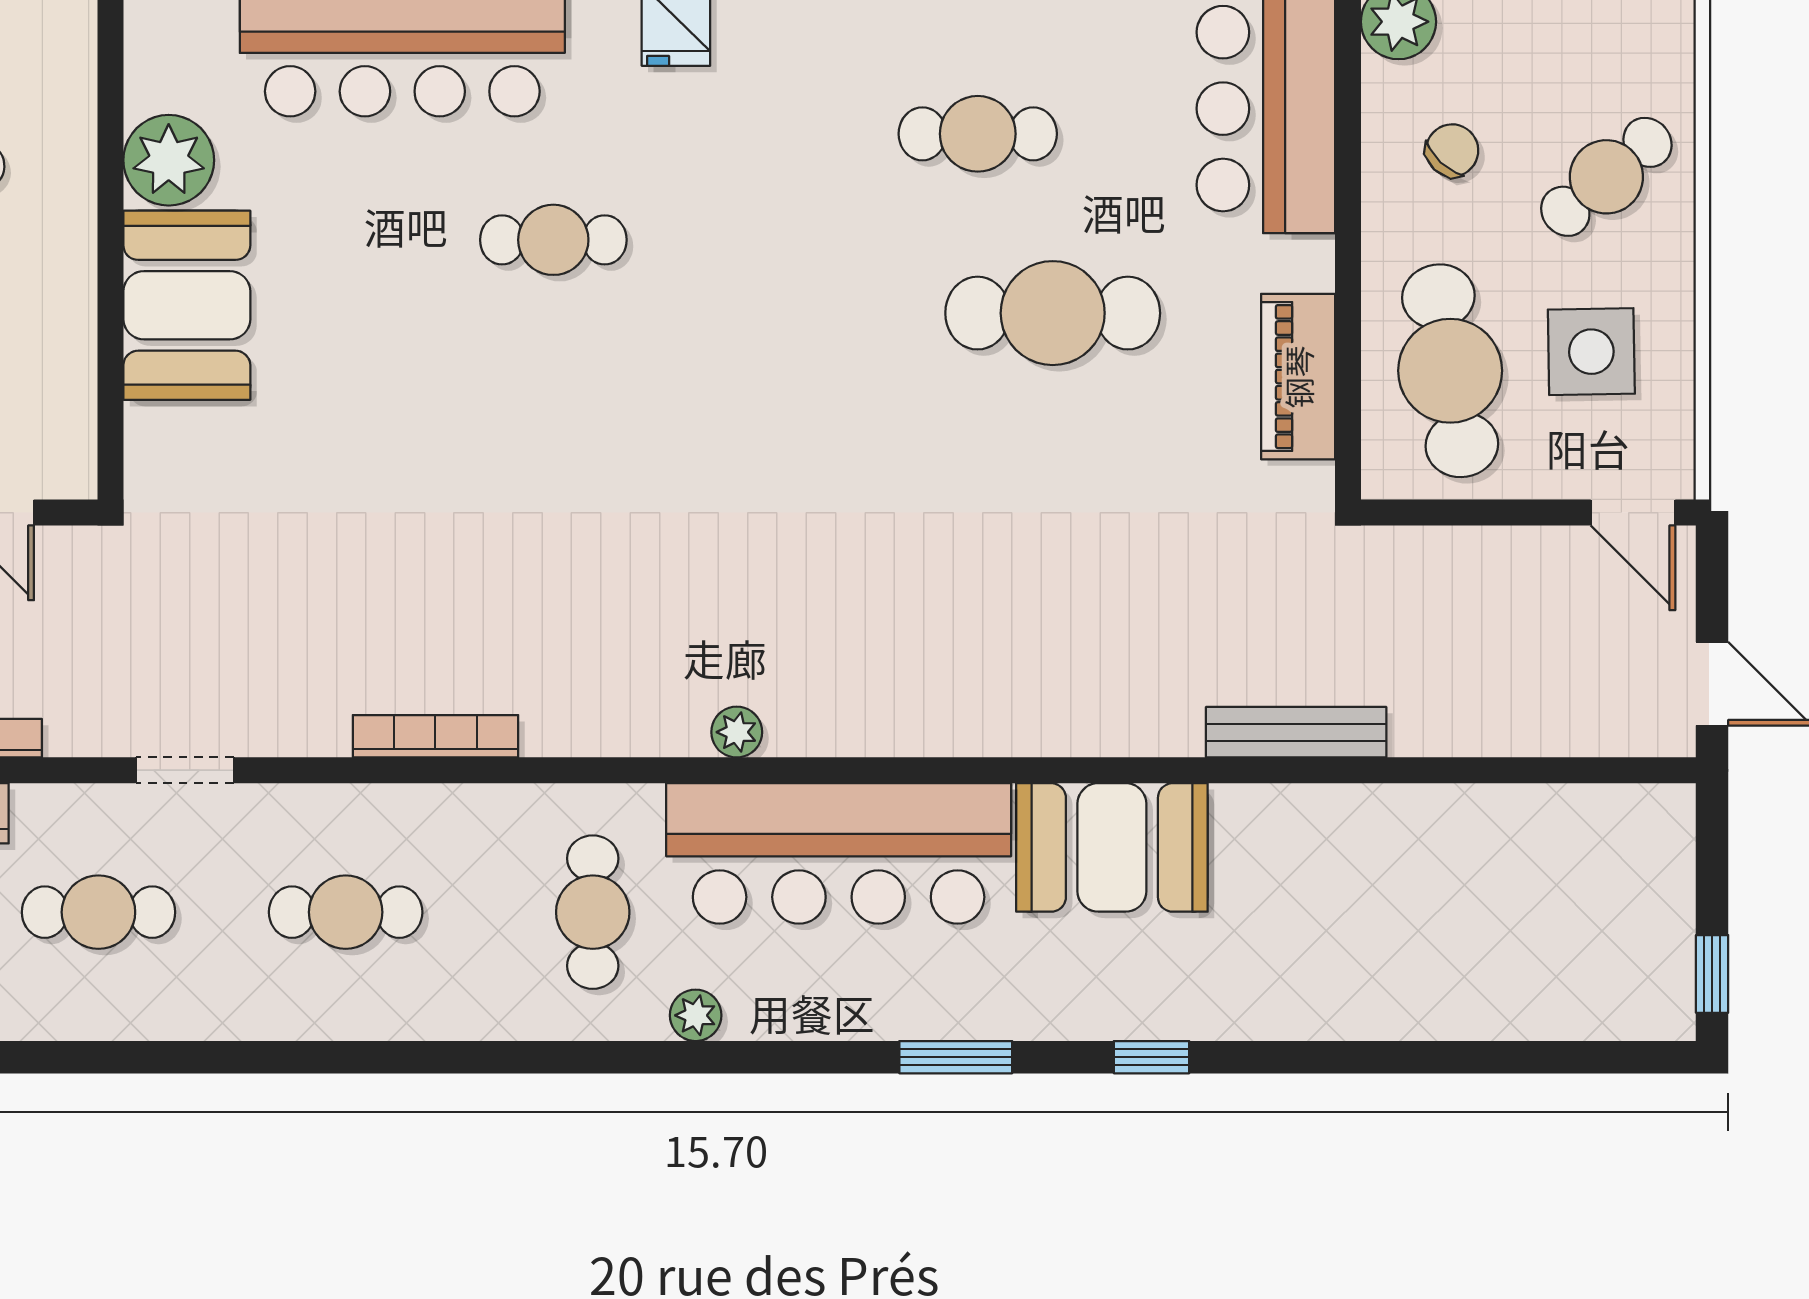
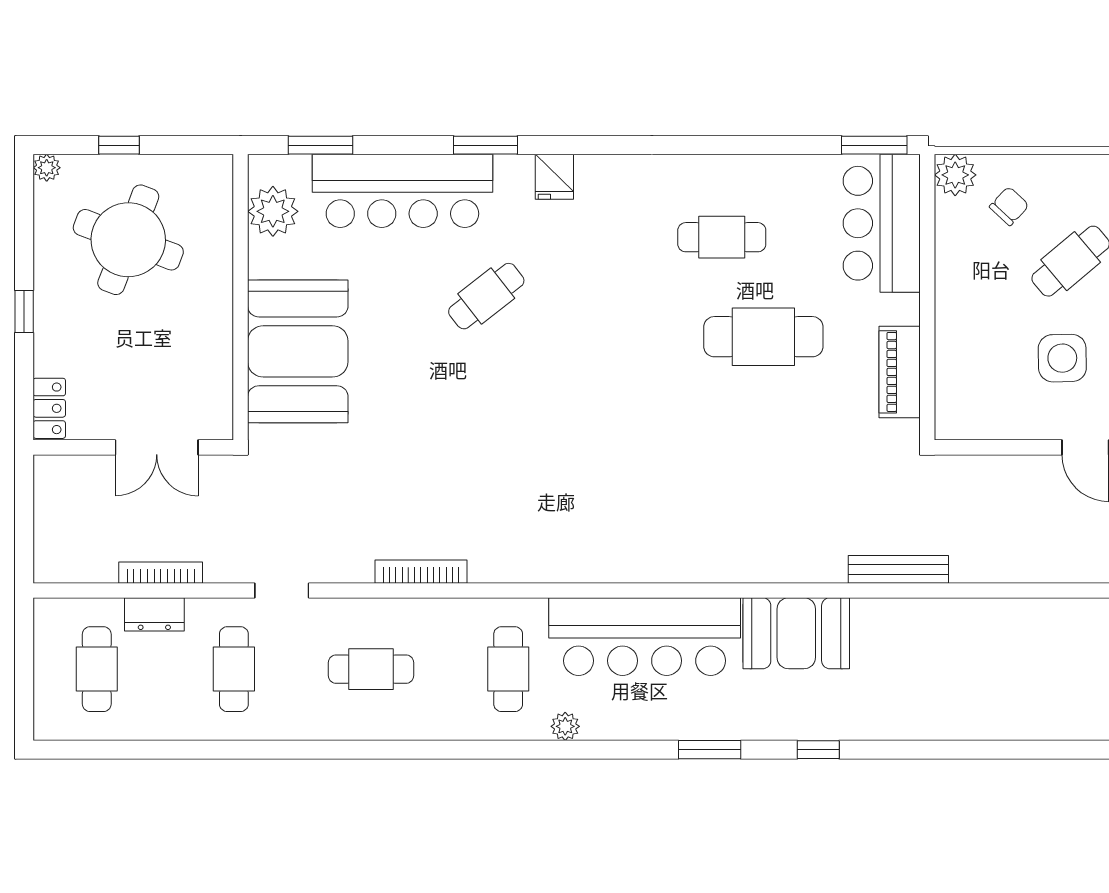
chair: (1452, 150) -> (1009, 206), moved
plant: (169, 160) -> (273, 211), moved
cafe table: (553, 240) -> (486, 296), turned -38
booth: (187, 305) -> (298, 351), width x1.36, depth x1.42
cafe table: (1450, 371) -> (984, 369), removed
plant: (737, 732) -> (588, 569), removed
cafe table: (98, 912) -> (234, 669), turned 90

